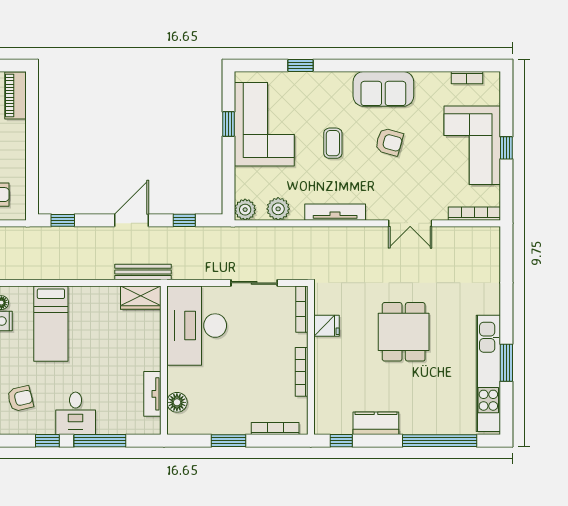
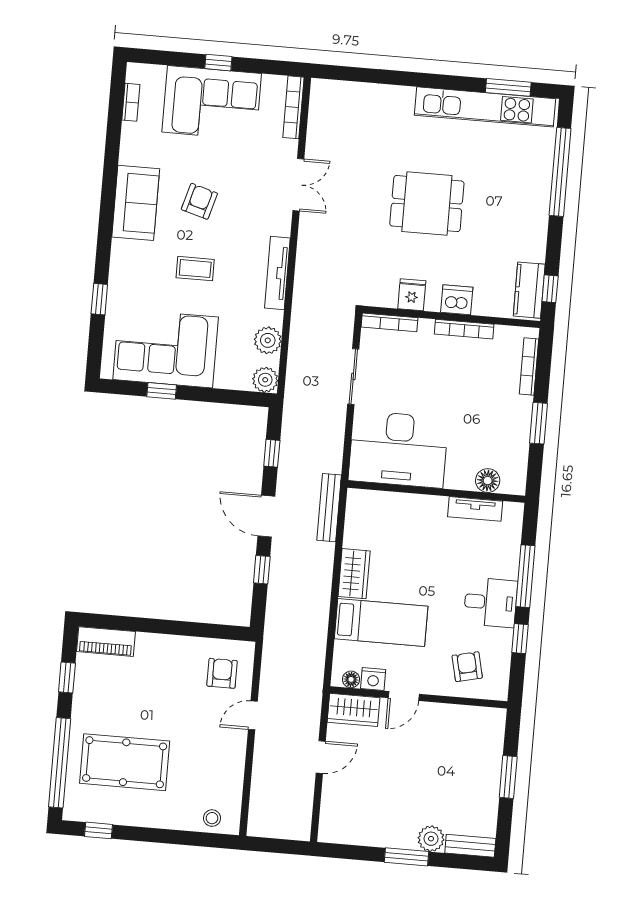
window: (63, 220) -> (262, 570), moved
wardrobe: (141, 298) -> (354, 574), moved
window: (506, 363) -> (508, 87), moved
dishwasher: (326, 364) -> (457, 300), added
kitchen counter: (376, 423) -> (529, 290), moved

